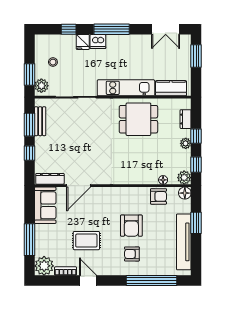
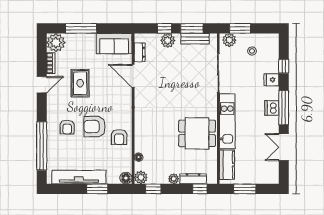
double door: (166, 29) -> (284, 147), moved
dishwasher: (98, 42) -> (272, 108), moved
window: (196, 56) -> (245, 189), moved
dining table: (138, 119) -> (197, 133), turned 90
dresser: (186, 119) -> (193, 179), width x1.44
window: (196, 136) -> (200, 189), moved
plant: (42, 150) -> (168, 40), added
dresser: (50, 179) -> (140, 52), width x0.70
armchair: (159, 196) -> (119, 137), moved
armchair: (132, 254) -> (67, 127), turned 180

